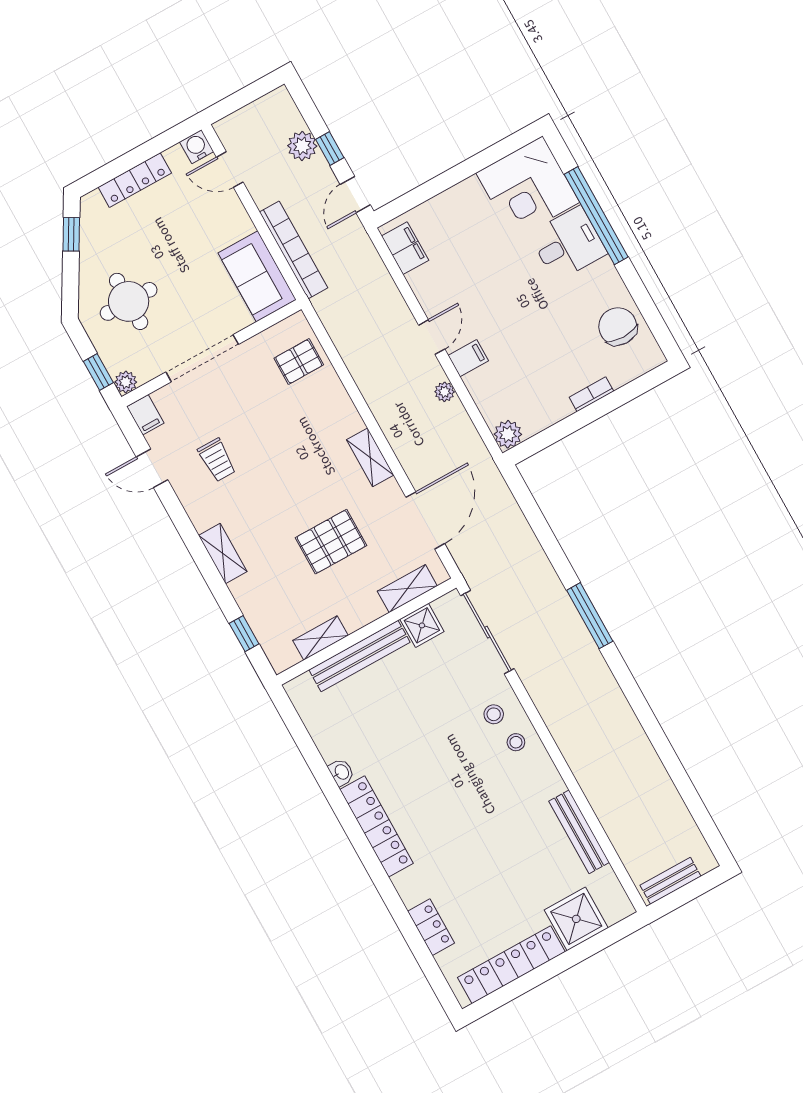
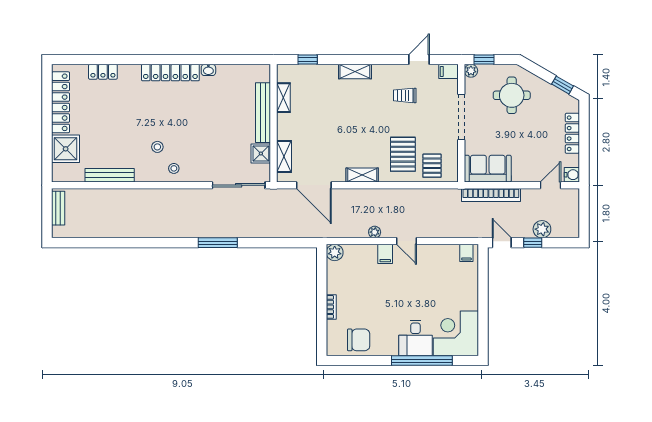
filing cabinet: (405, 248) -> (466, 253), width x0.50
pallet: (331, 542) -> (403, 154), moved
stool: (494, 714) -> (157, 147), moved

